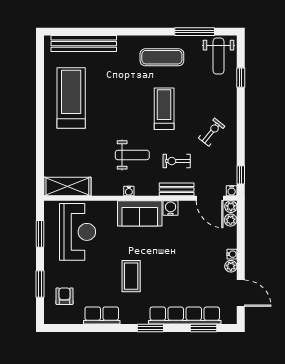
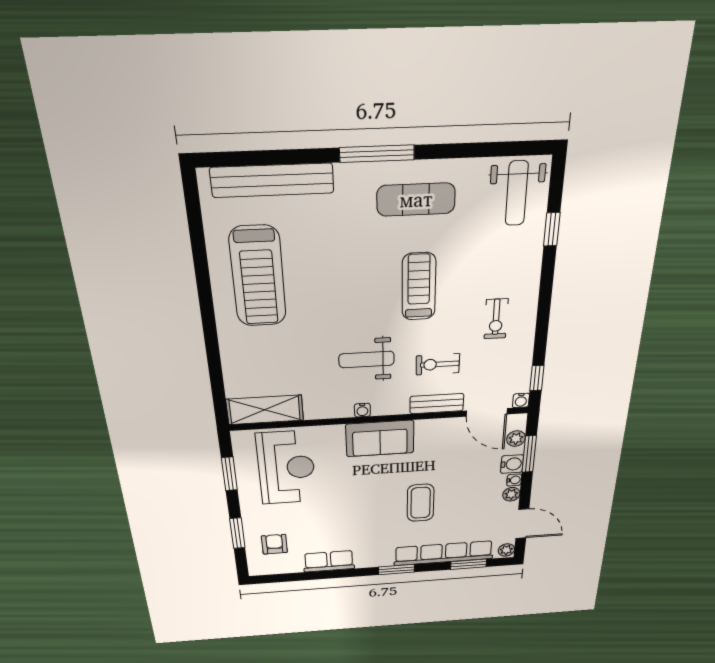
window: (195, 32) -> (377, 154), moved
treadmill: (71, 98) -> (258, 277), turned 180
exercise bike: (212, 132) -> (496, 319), turned 141
weight bench: (132, 155) -> (367, 359), turned 180
plant: (231, 207) -> (506, 550), moved
water cooler: (171, 208) -> (512, 464), moved, turned 90
window: (241, 233) -> (529, 454), added
coffee table: (131, 276) -> (421, 503), moved

